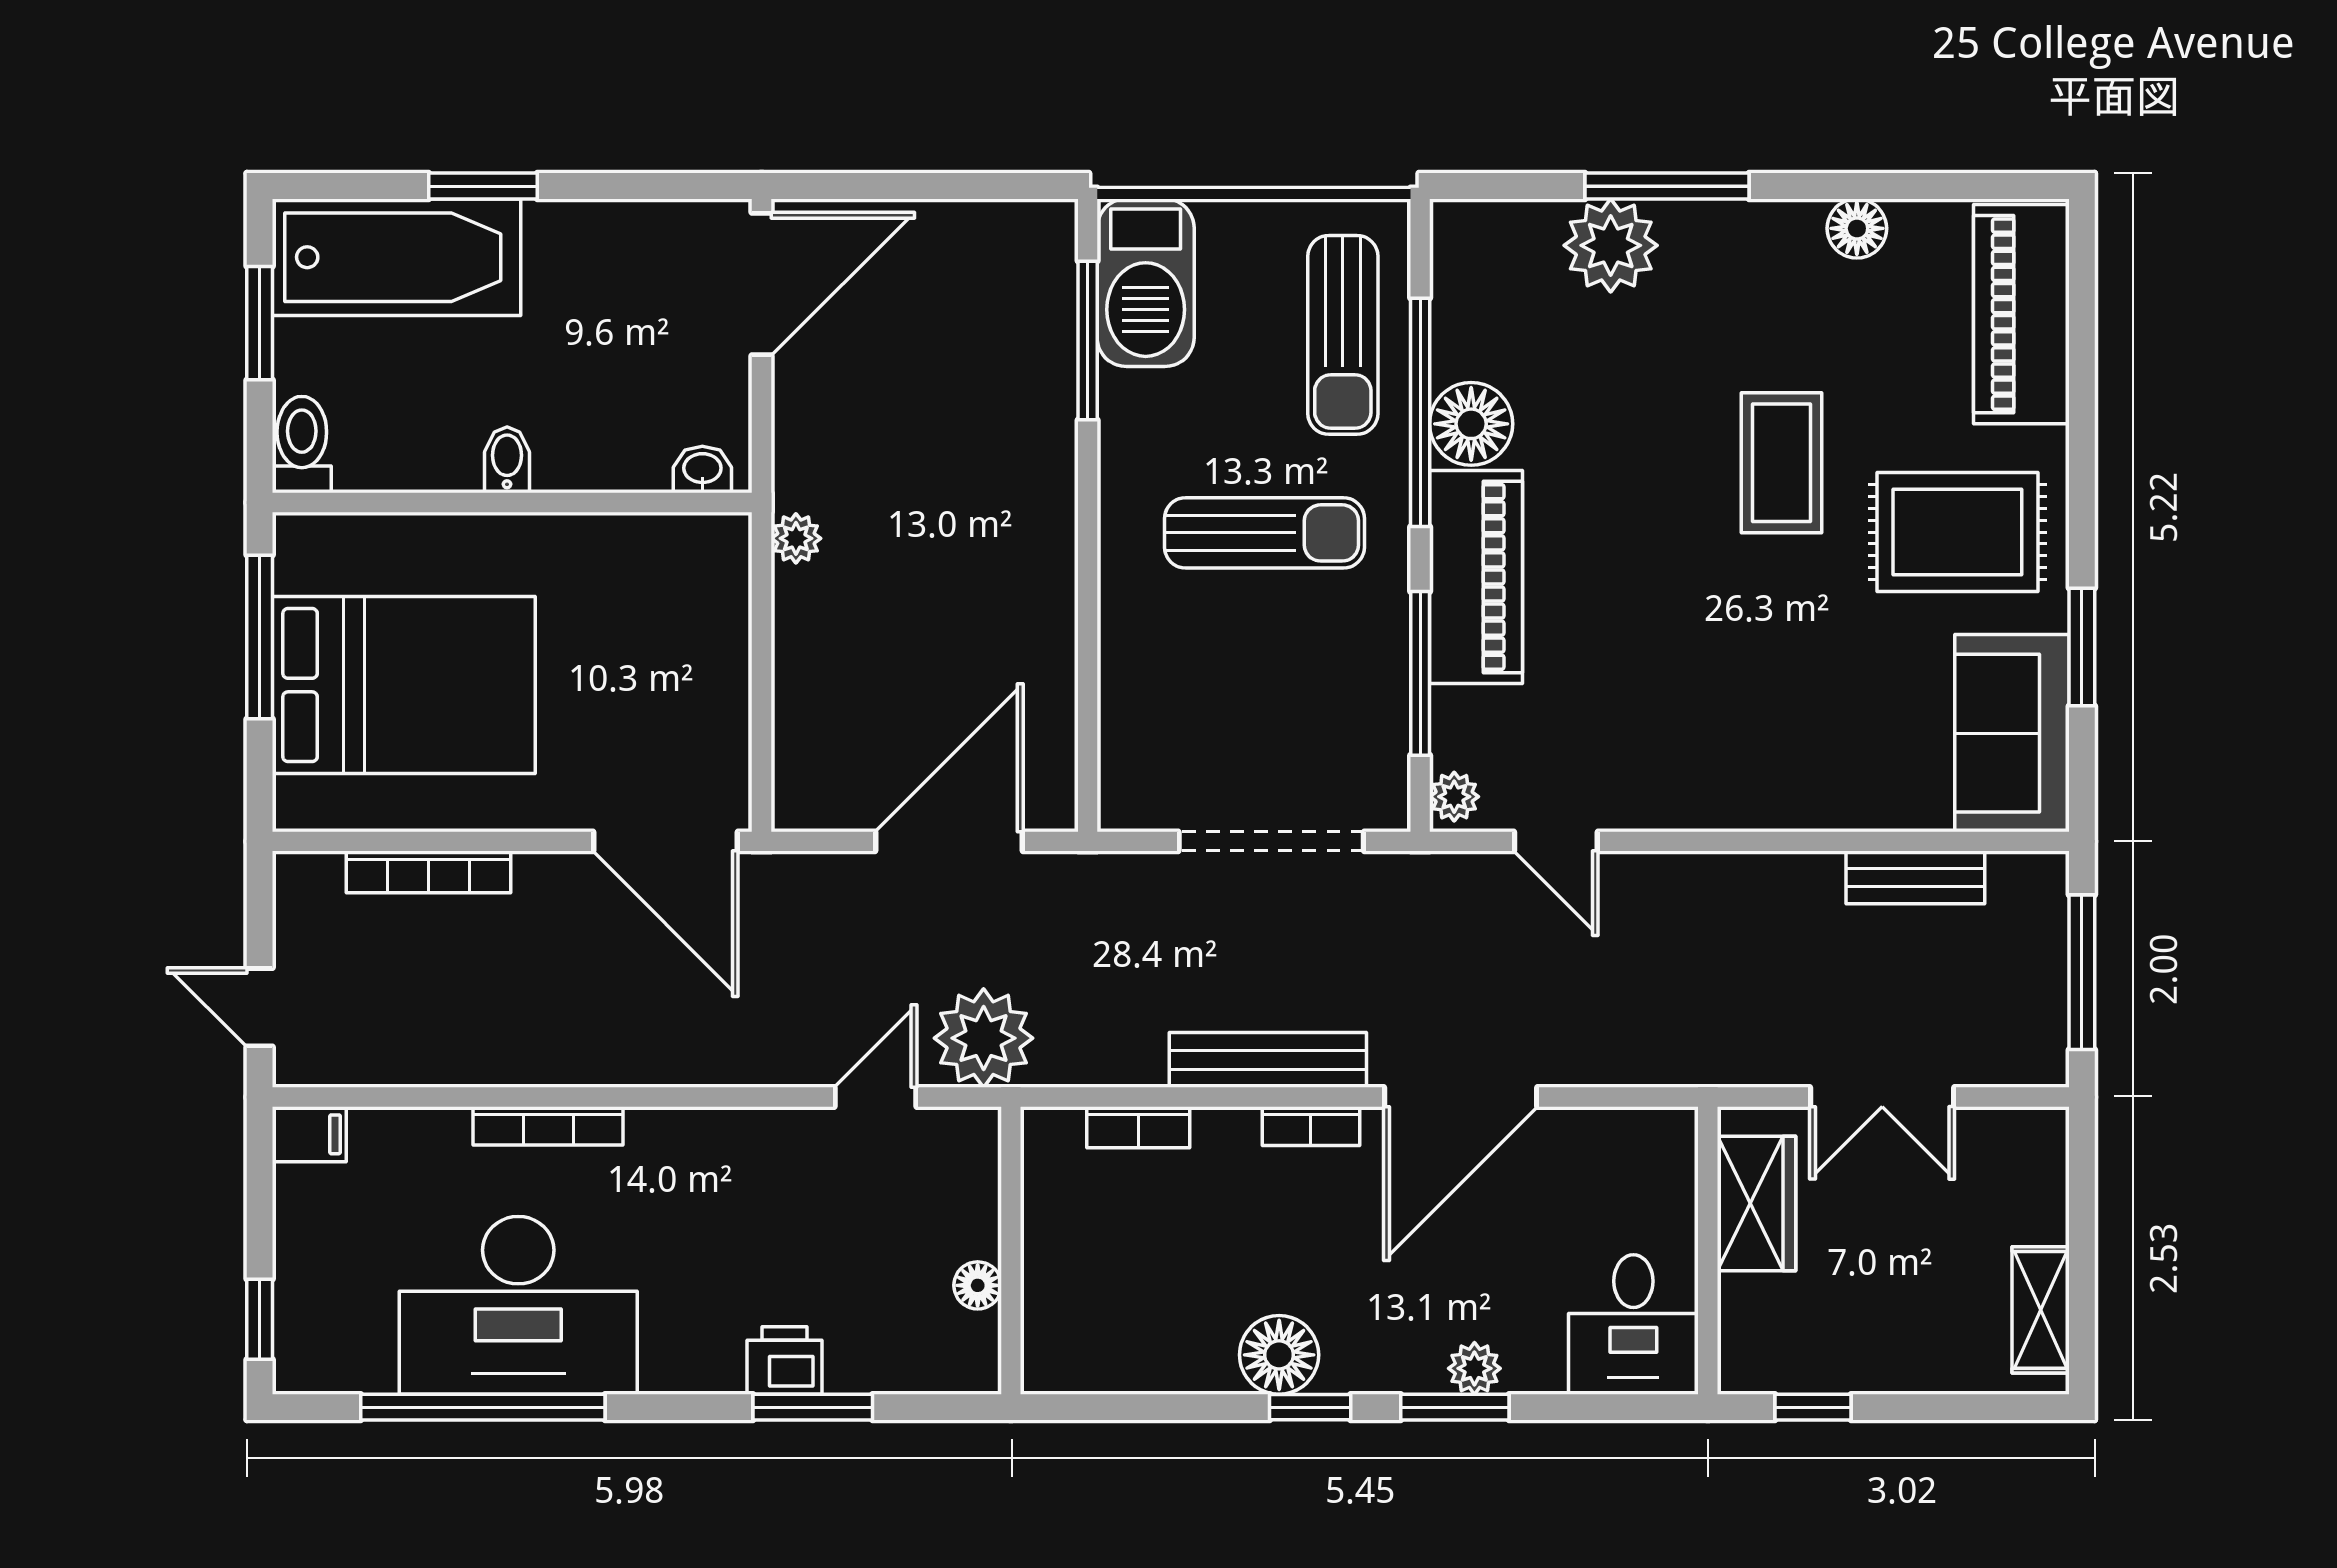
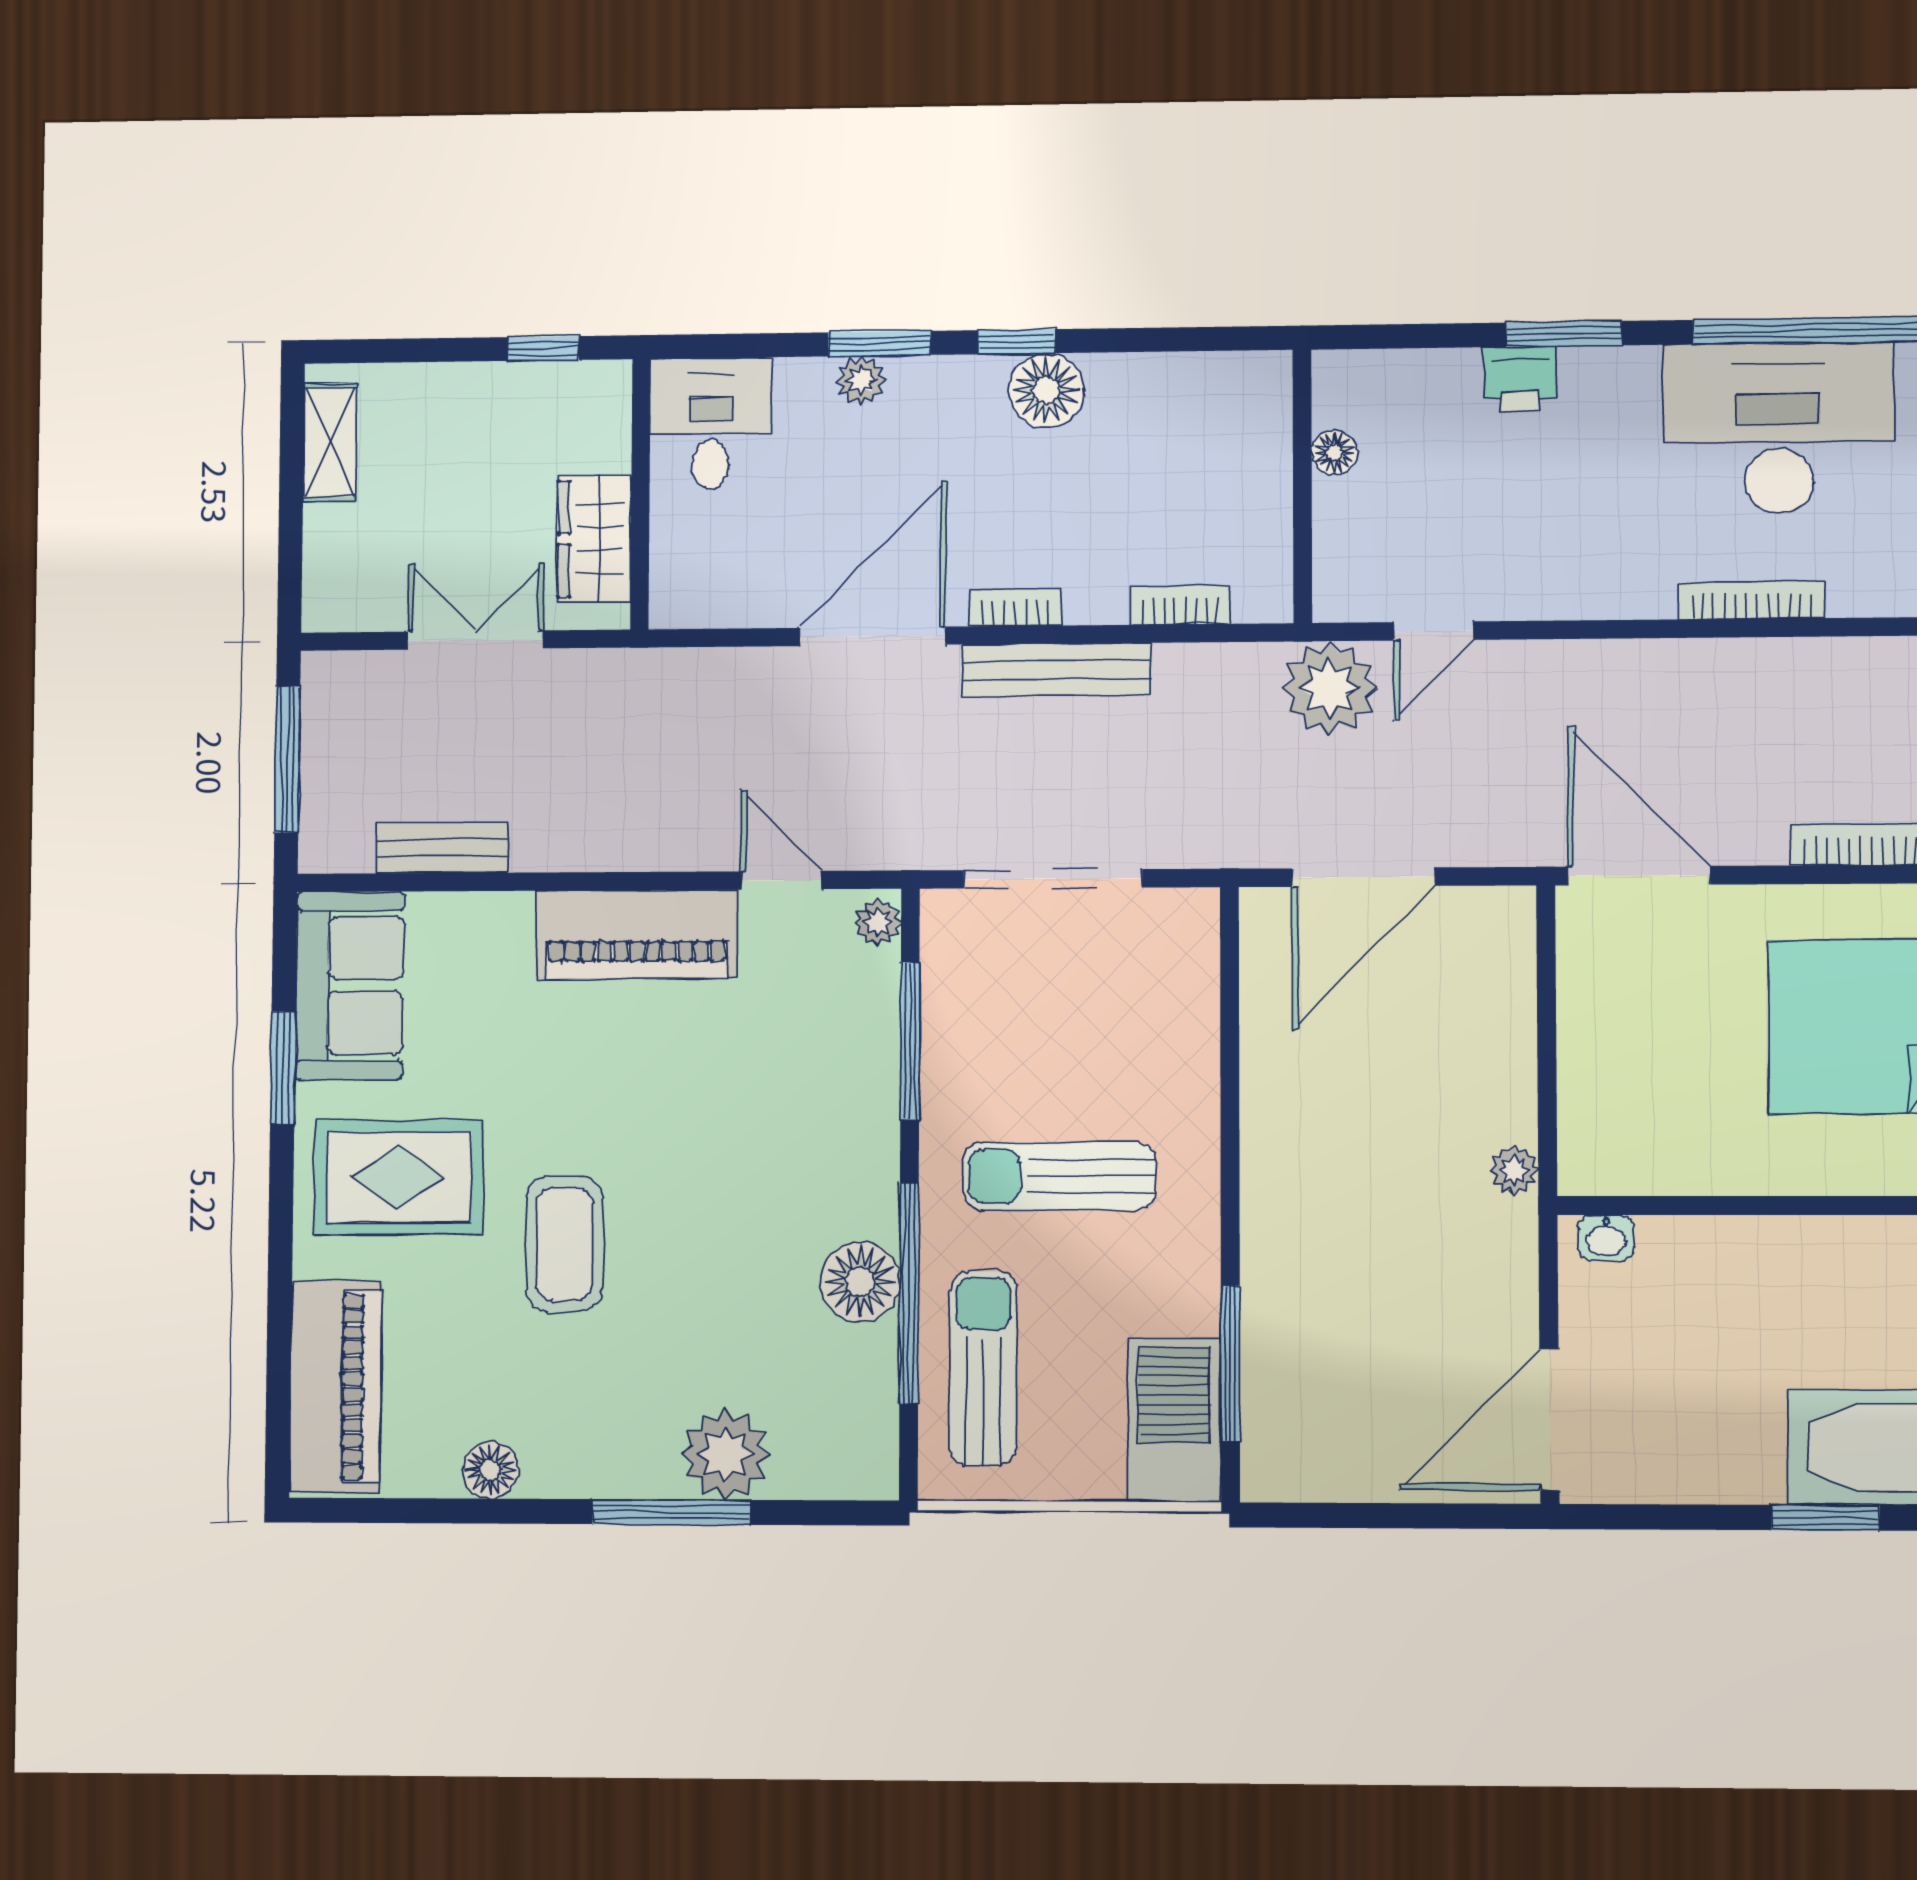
bidet: (507, 460) -> (1799, 1247), removed
piano: (1476, 577) -> (637, 934), moved, turned -90
window: (813, 1407) -> (1564, 334), moved

